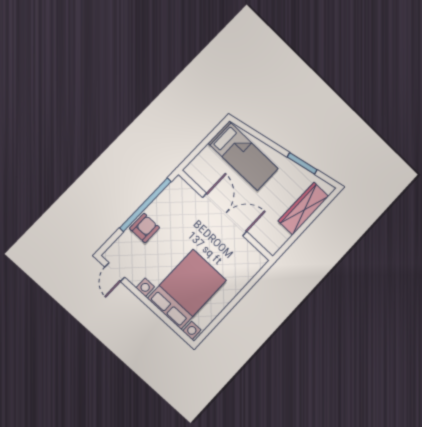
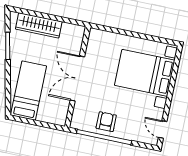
armchair: (145, 228) -> (106, 122), moved, turned 90
door: (115, 272) -> (163, 129), swing flipped

